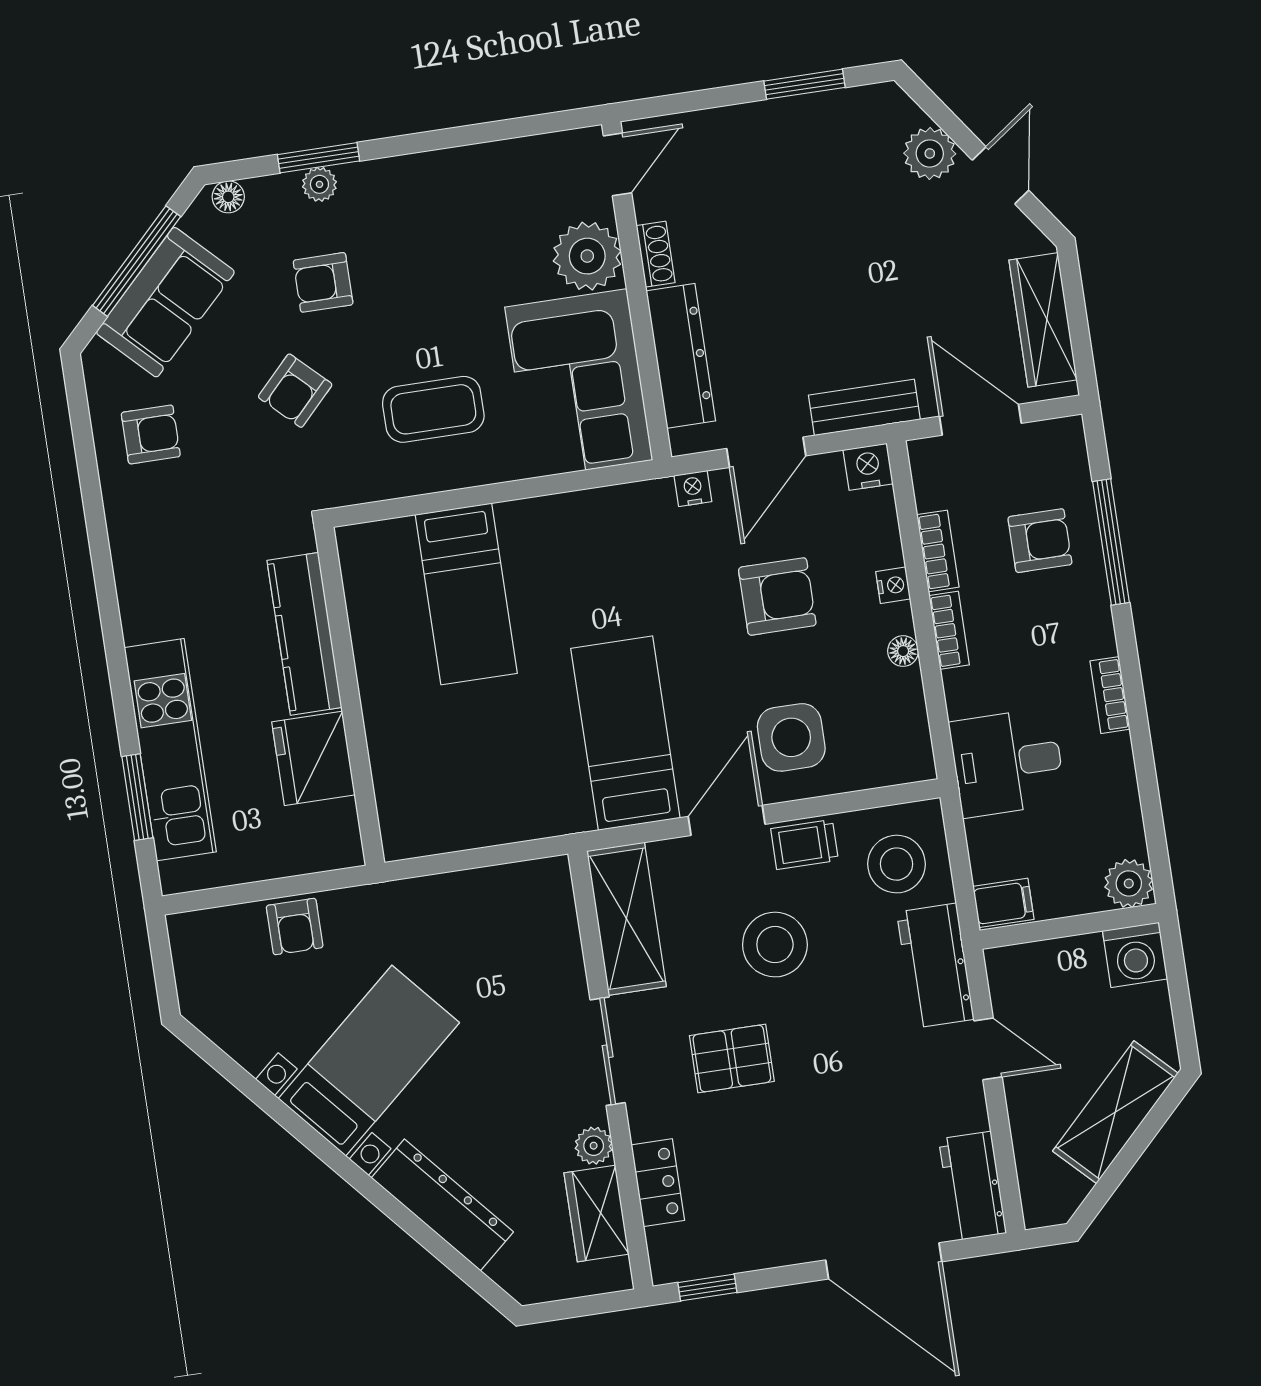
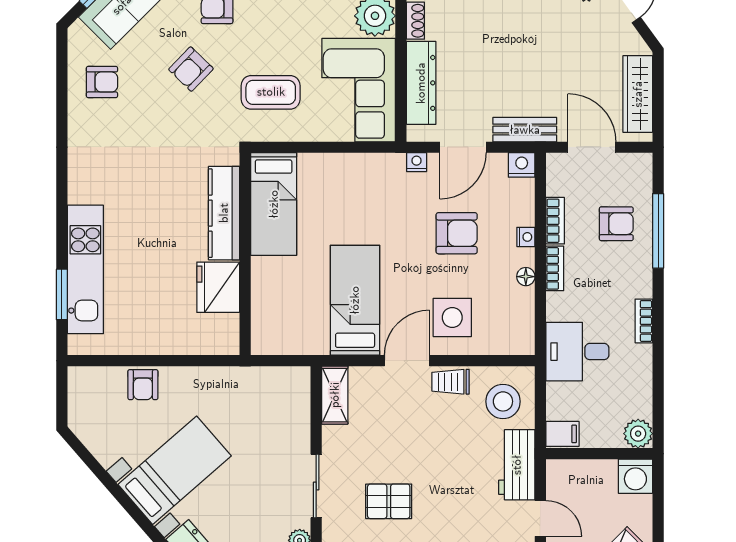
kitchen counter: (304, 634) -> (224, 213), moved
wall: (350, 696) -> (245, 254), moved
fridge: (313, 758) -> (218, 287), moved
shelving: (626, 919) -> (335, 395), width x0.67, depth x0.75
stool: (775, 945) -> (424, 438), removed

